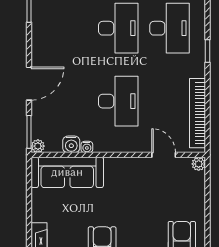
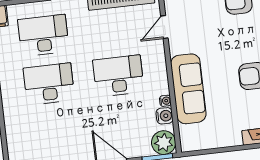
plant: (38, 146) -> (164, 143), width x1.88, depth x1.88
sofa: (67, 172) -> (188, 89), moved

